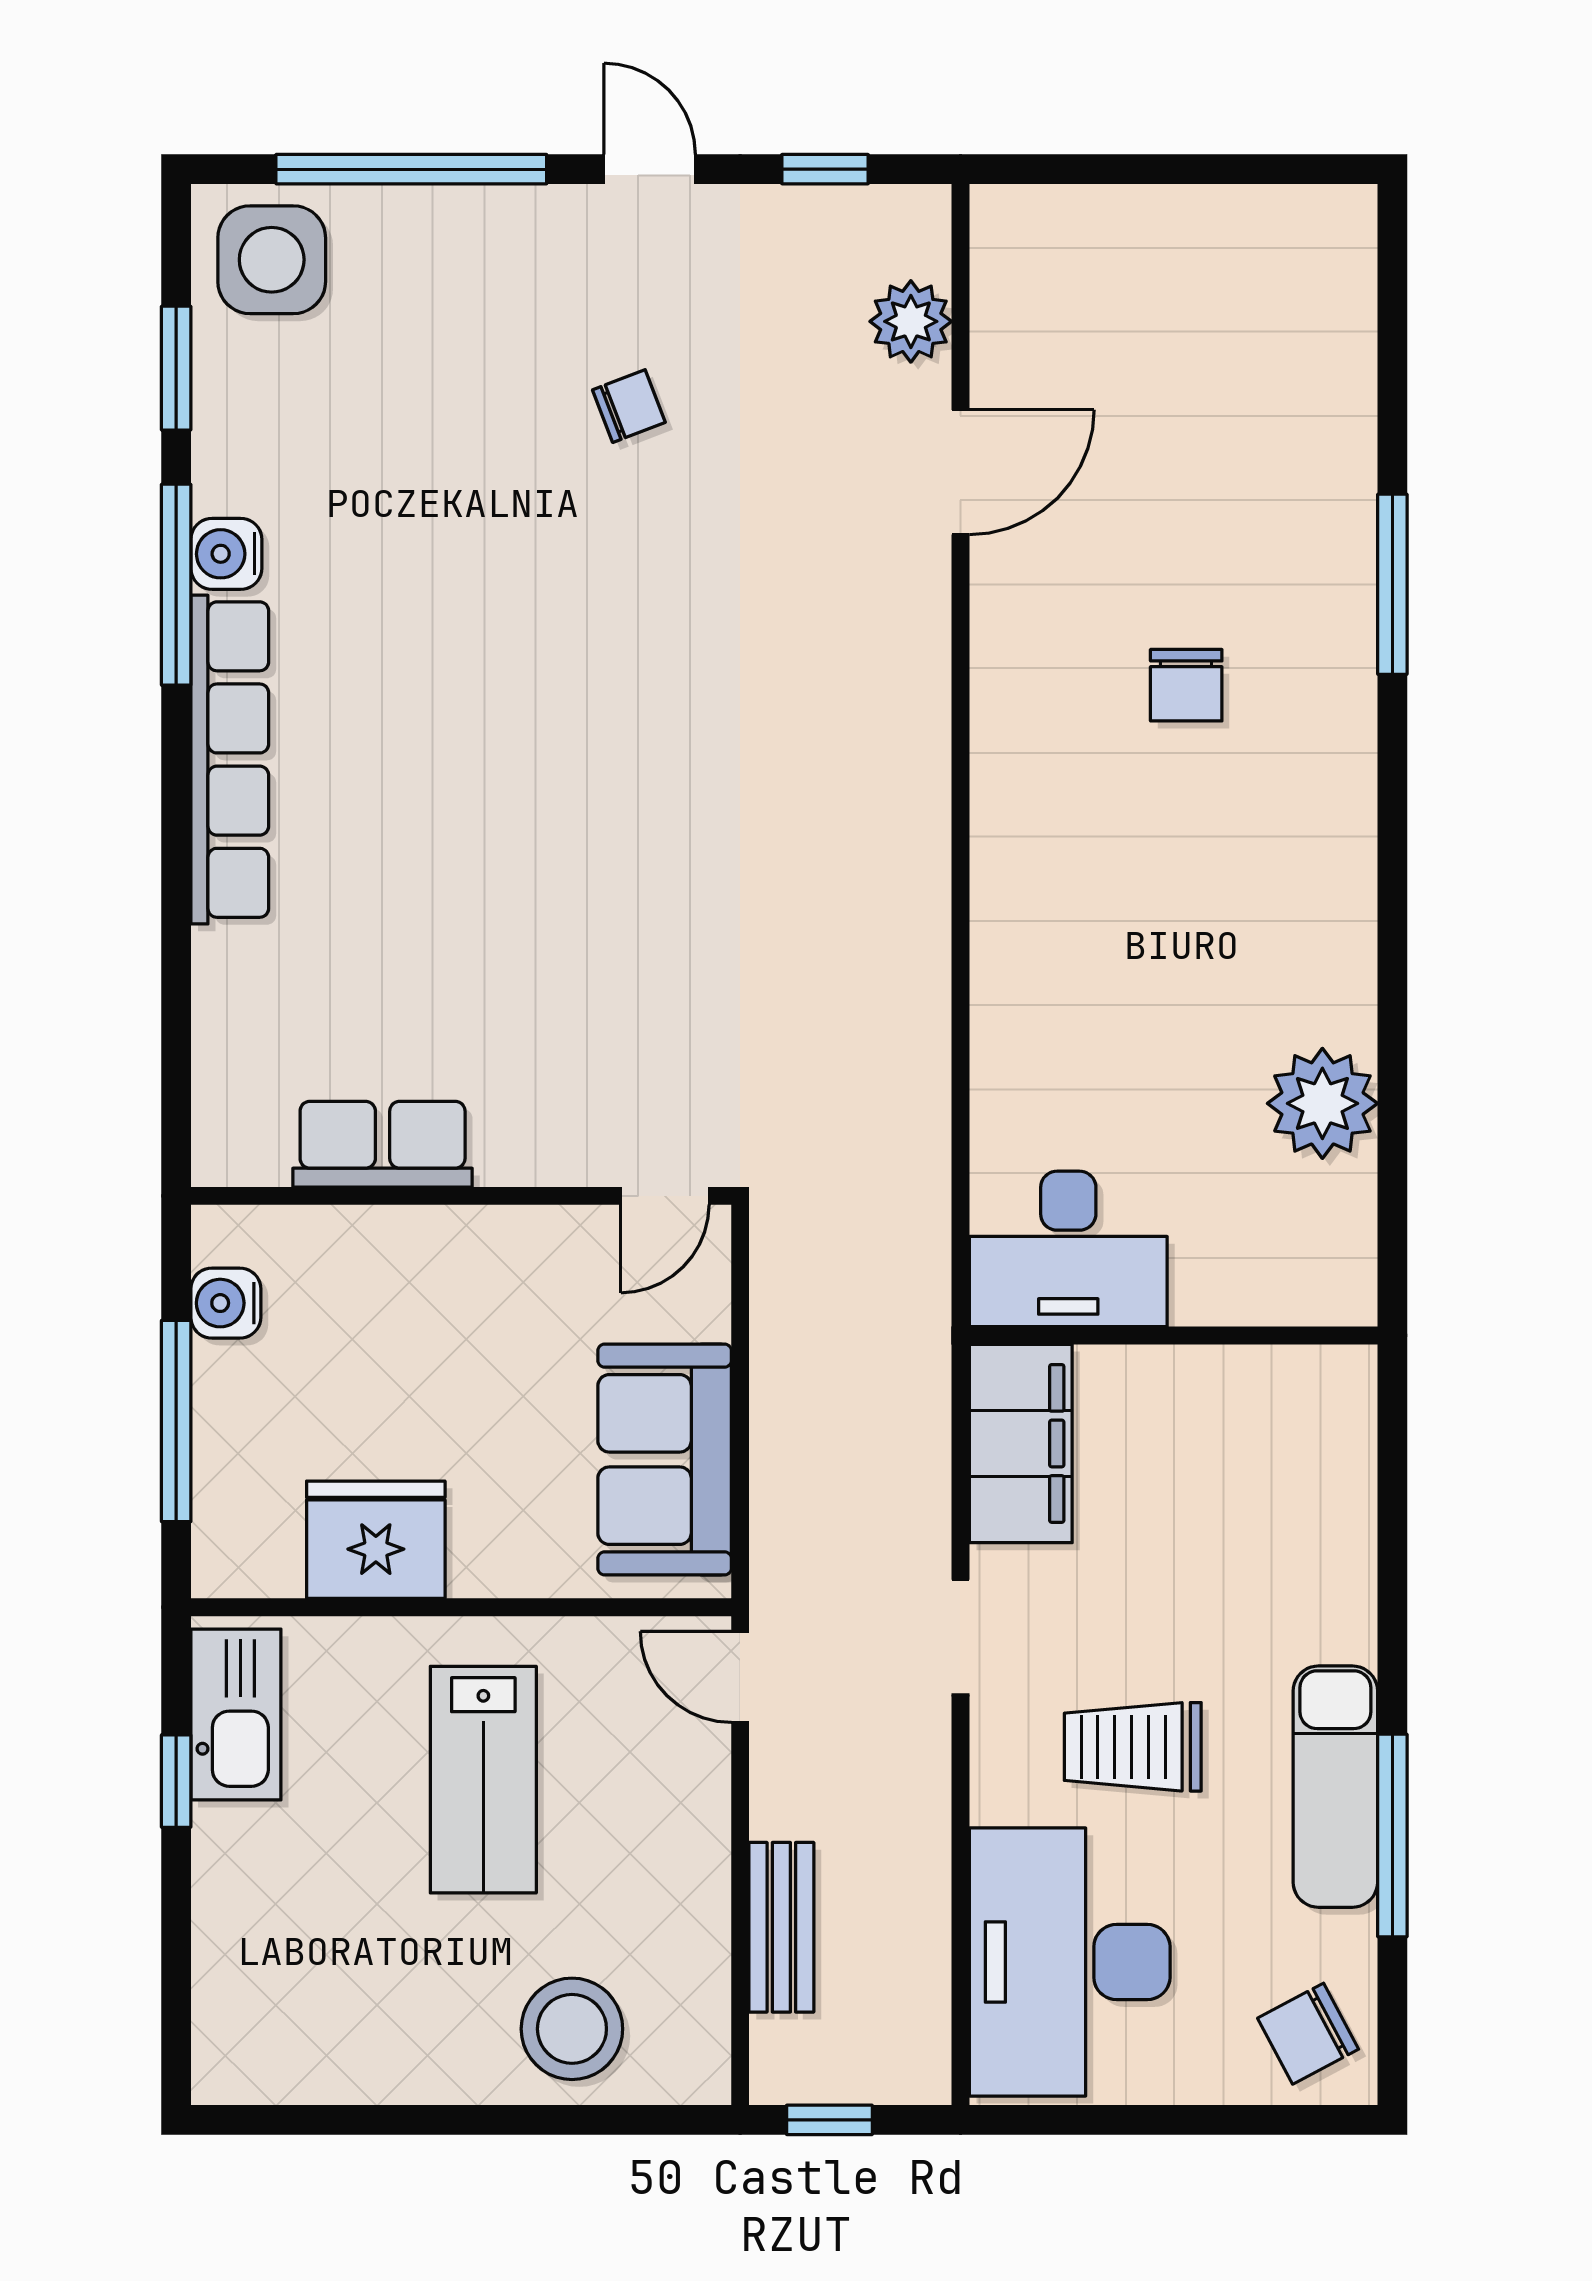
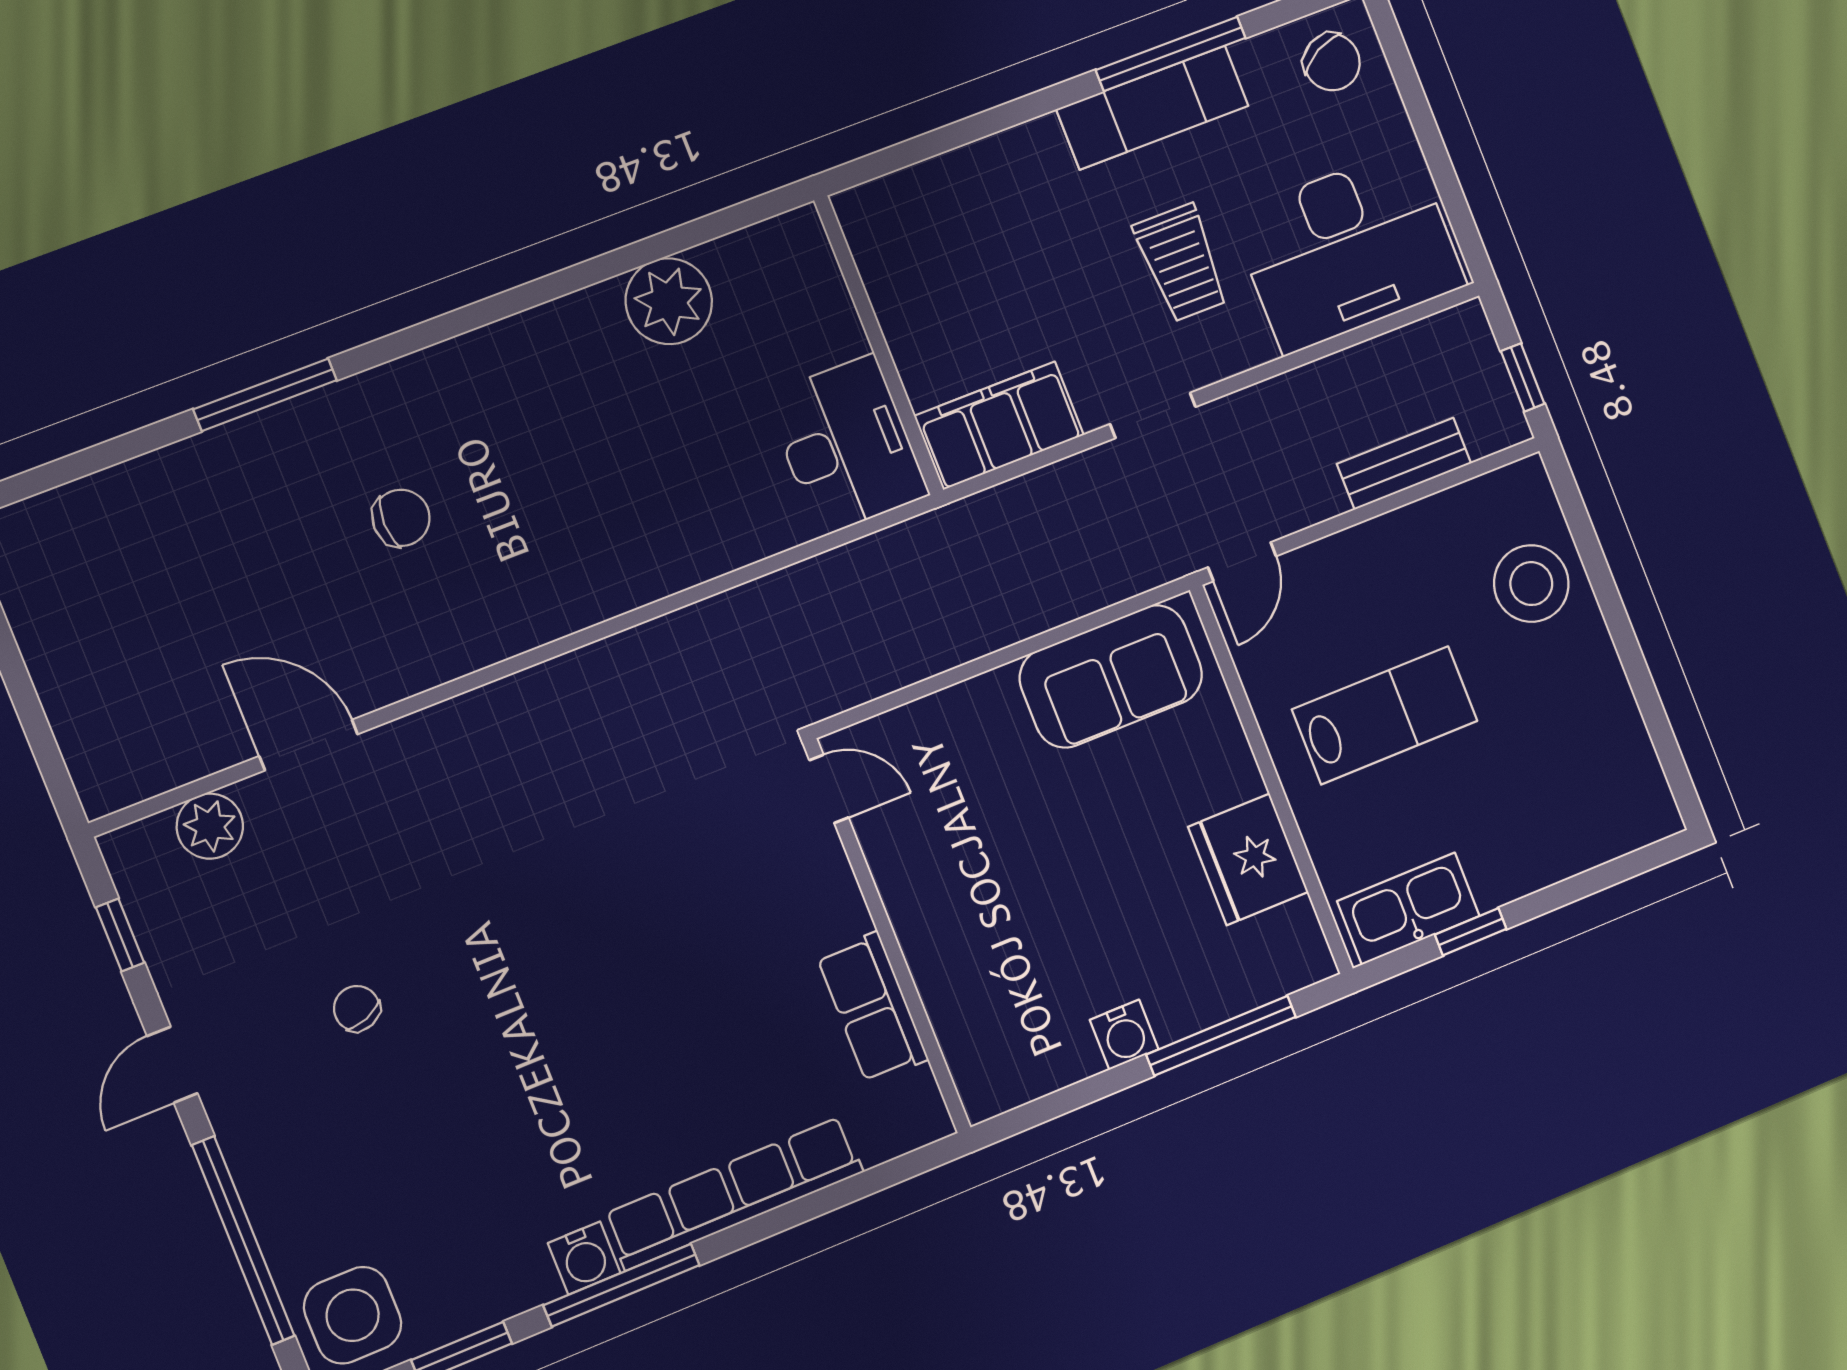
row of seats: (383, 1144) -> (872, 1008), moved
wall: (461, 1196) -> (887, 936), moved
door: (665, 1196) -> (829, 789), moved

